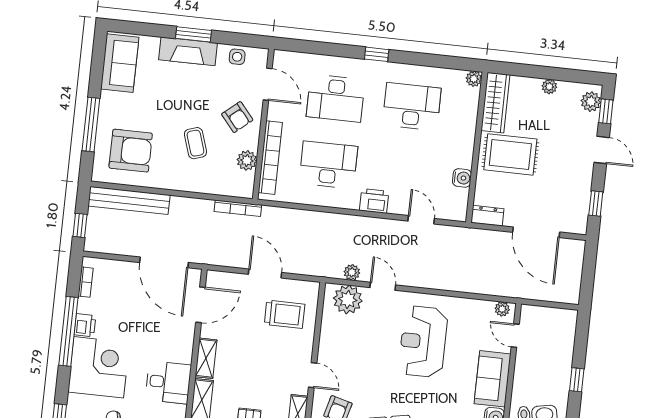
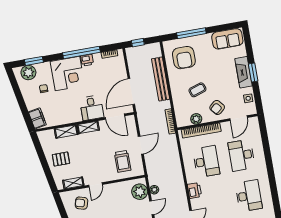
window: (377, 54) -> (270, 170), removed
bench: (129, 200) -> (161, 79), moved
desk: (168, 382) -> (92, 108), moved

